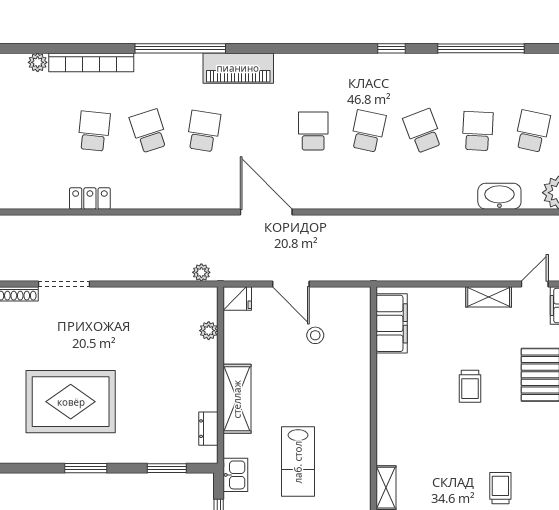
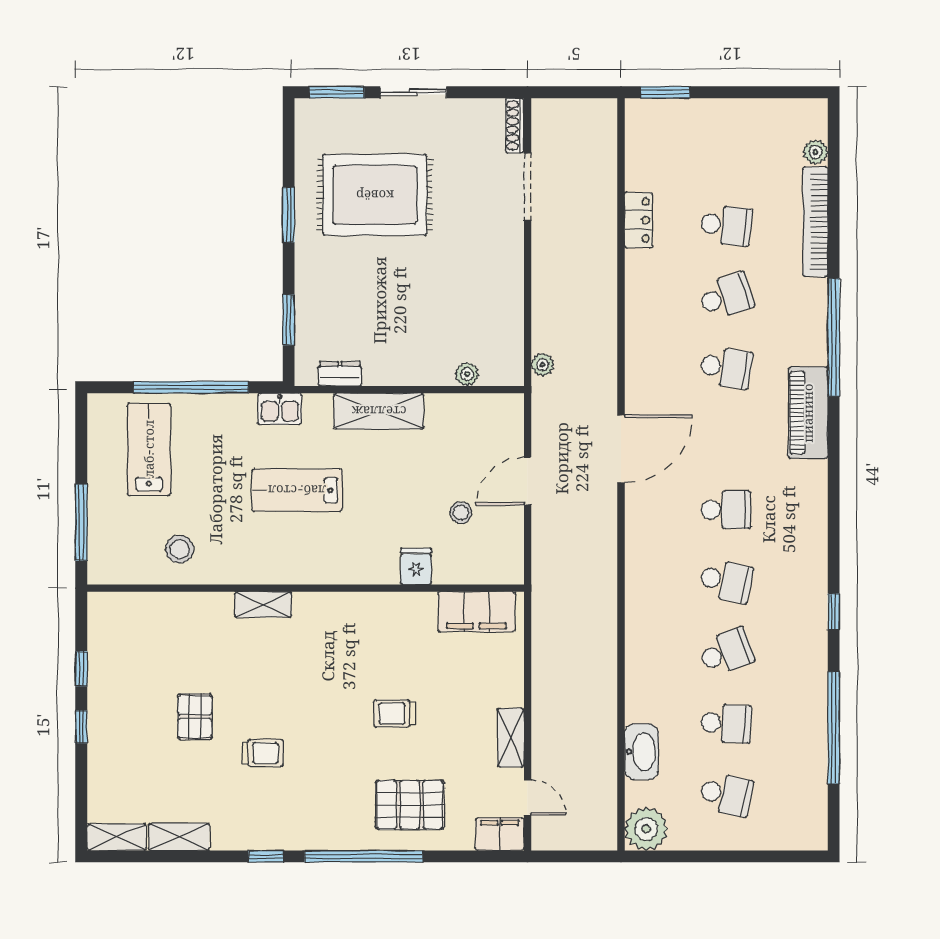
fridge: (237, 299) -> (416, 566), moved, turned 180
rug: (71, 402) -> (375, 195), turned 90

